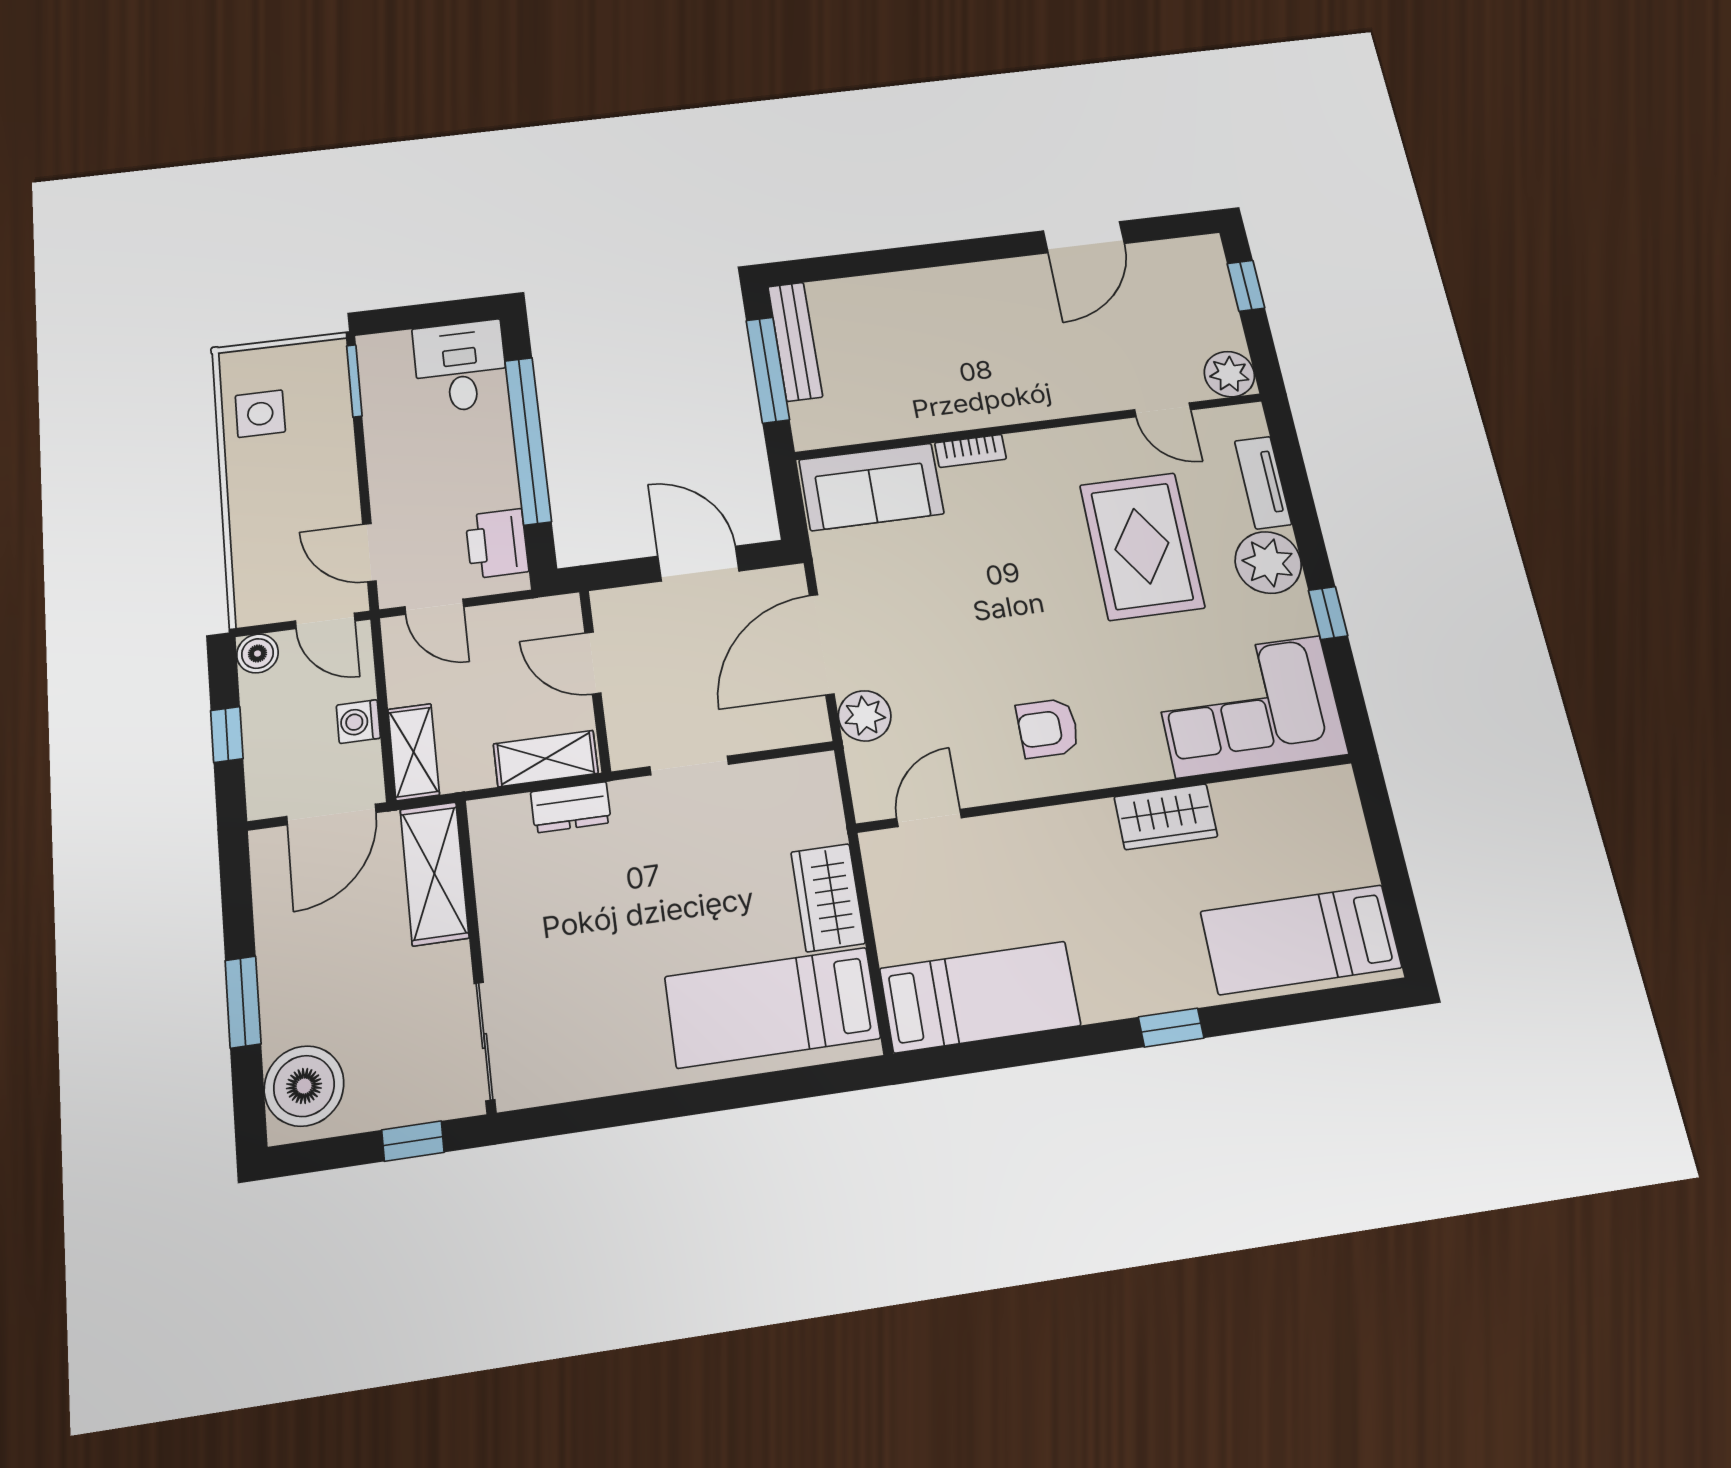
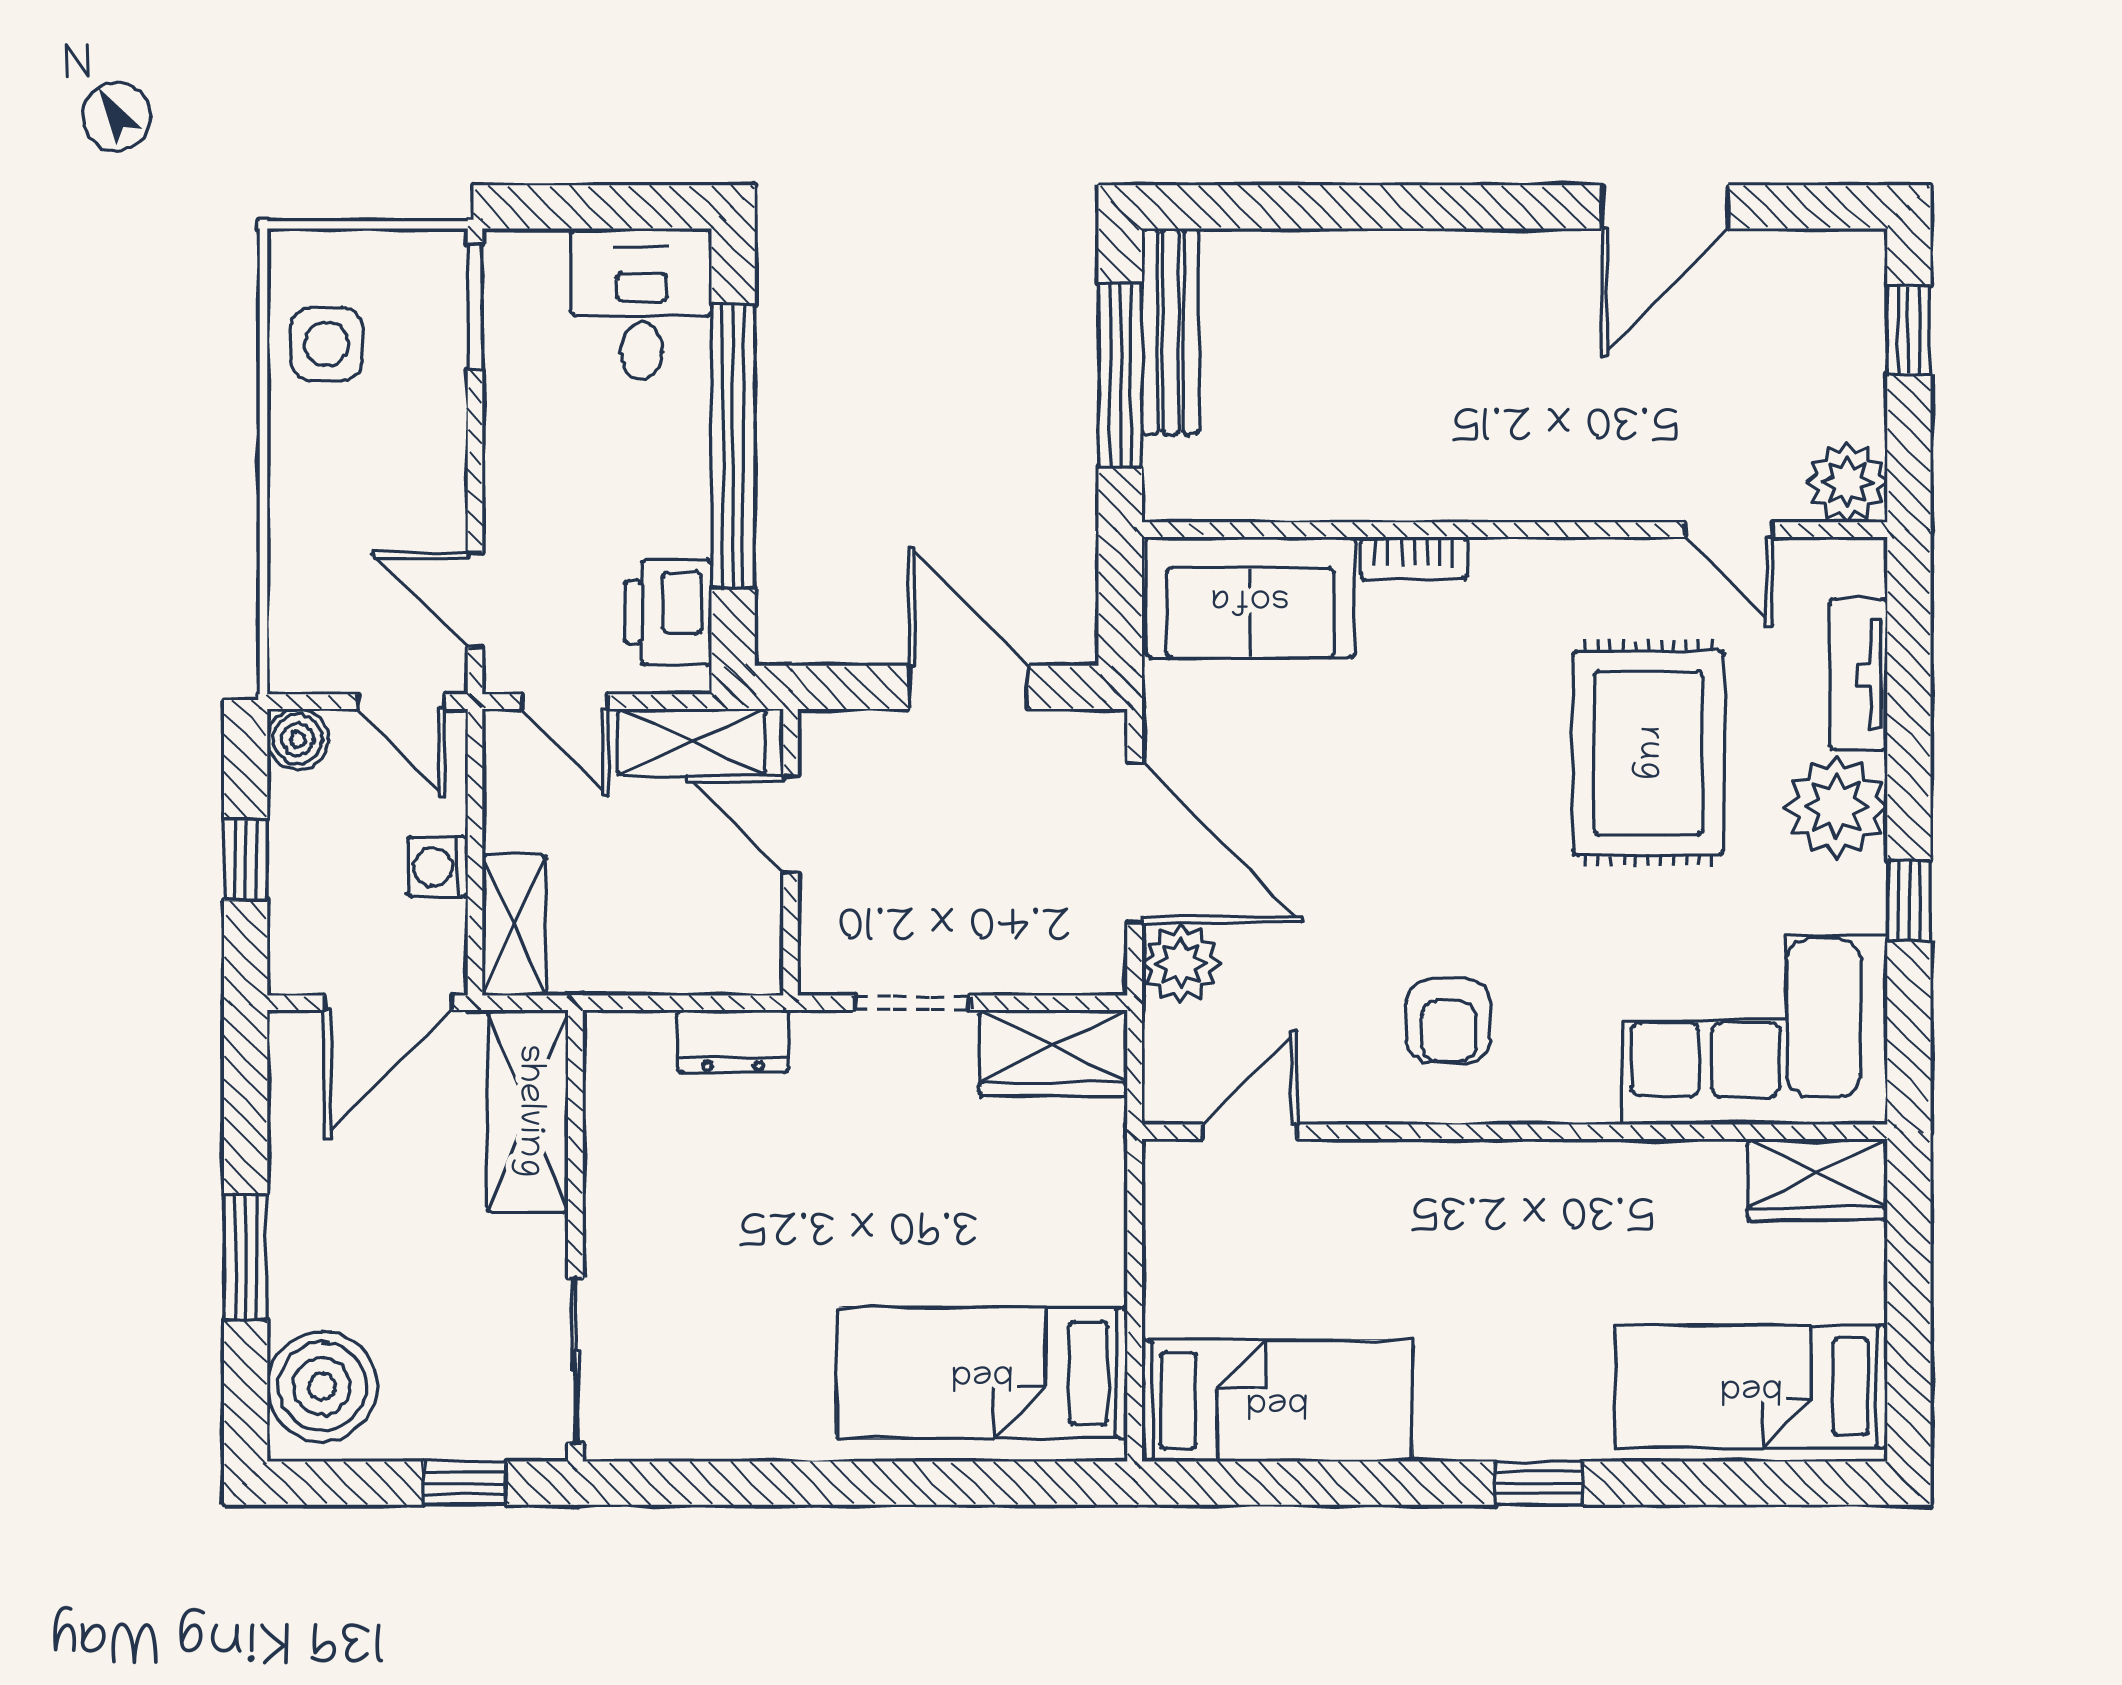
door: (822, 644) -> (1135, 843), swing flipped
armchair: (1048, 728) -> (1449, 1021), turned -90
shelving: (546, 759) -> (691, 742), moved
wardrobe: (1166, 817) -> (1817, 1180), moved
wardrobe: (828, 898) -> (1053, 1053), moved, turned -90

